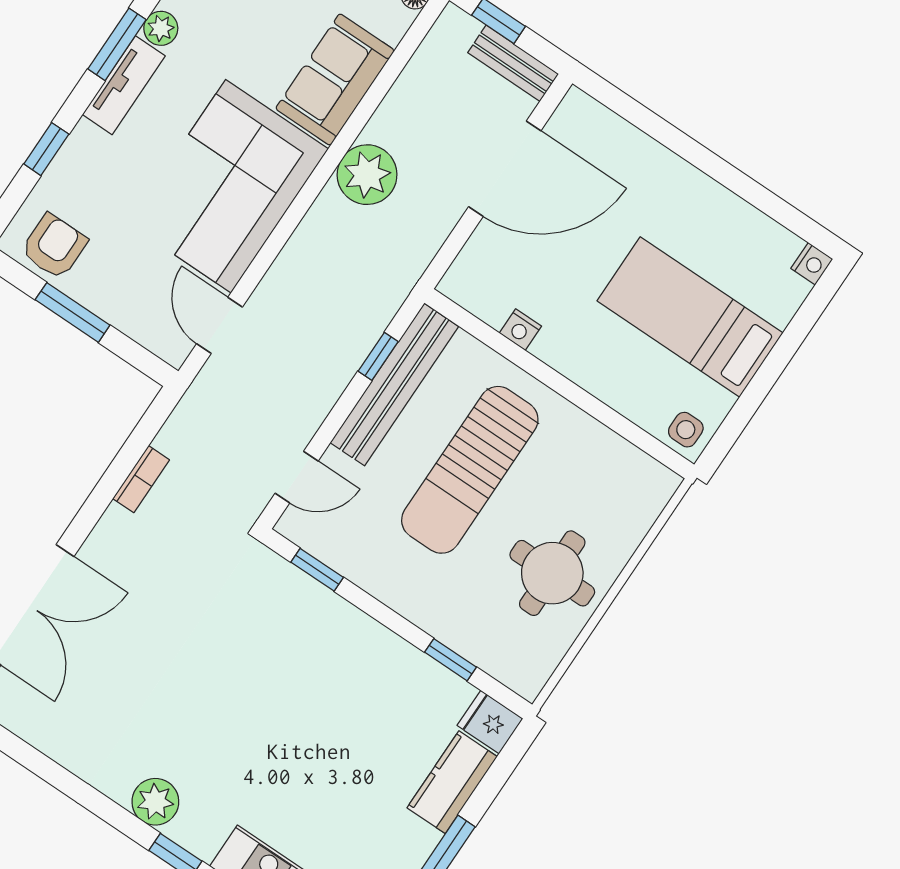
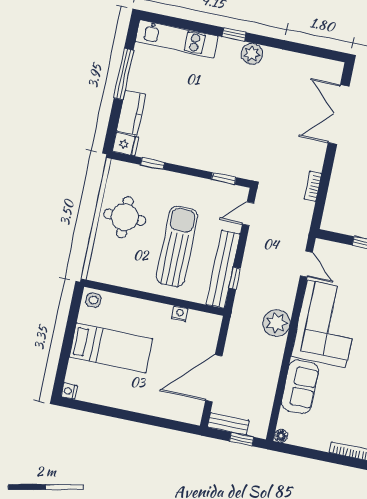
plant: (367, 175) -> (277, 323), moved

